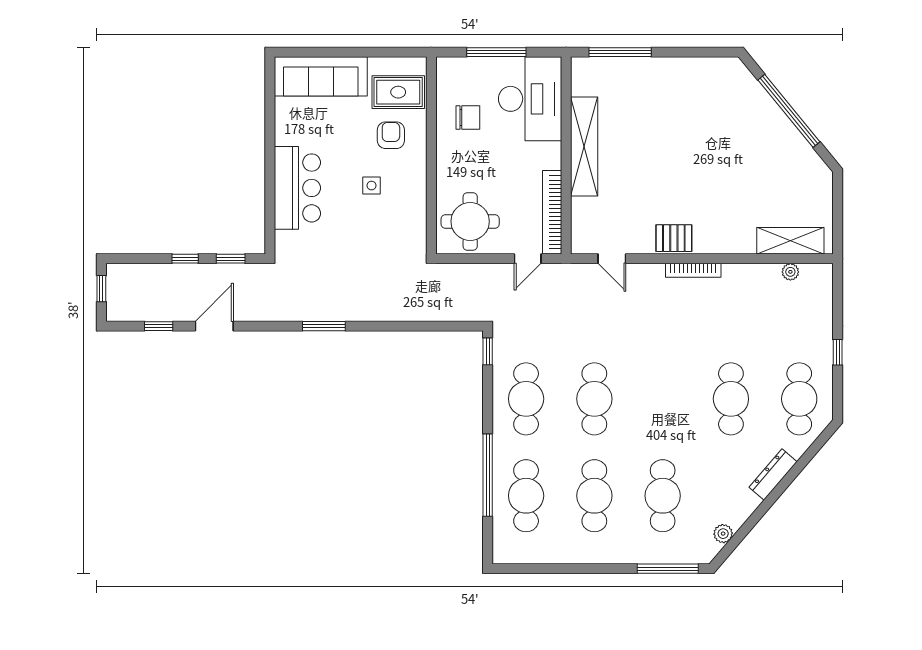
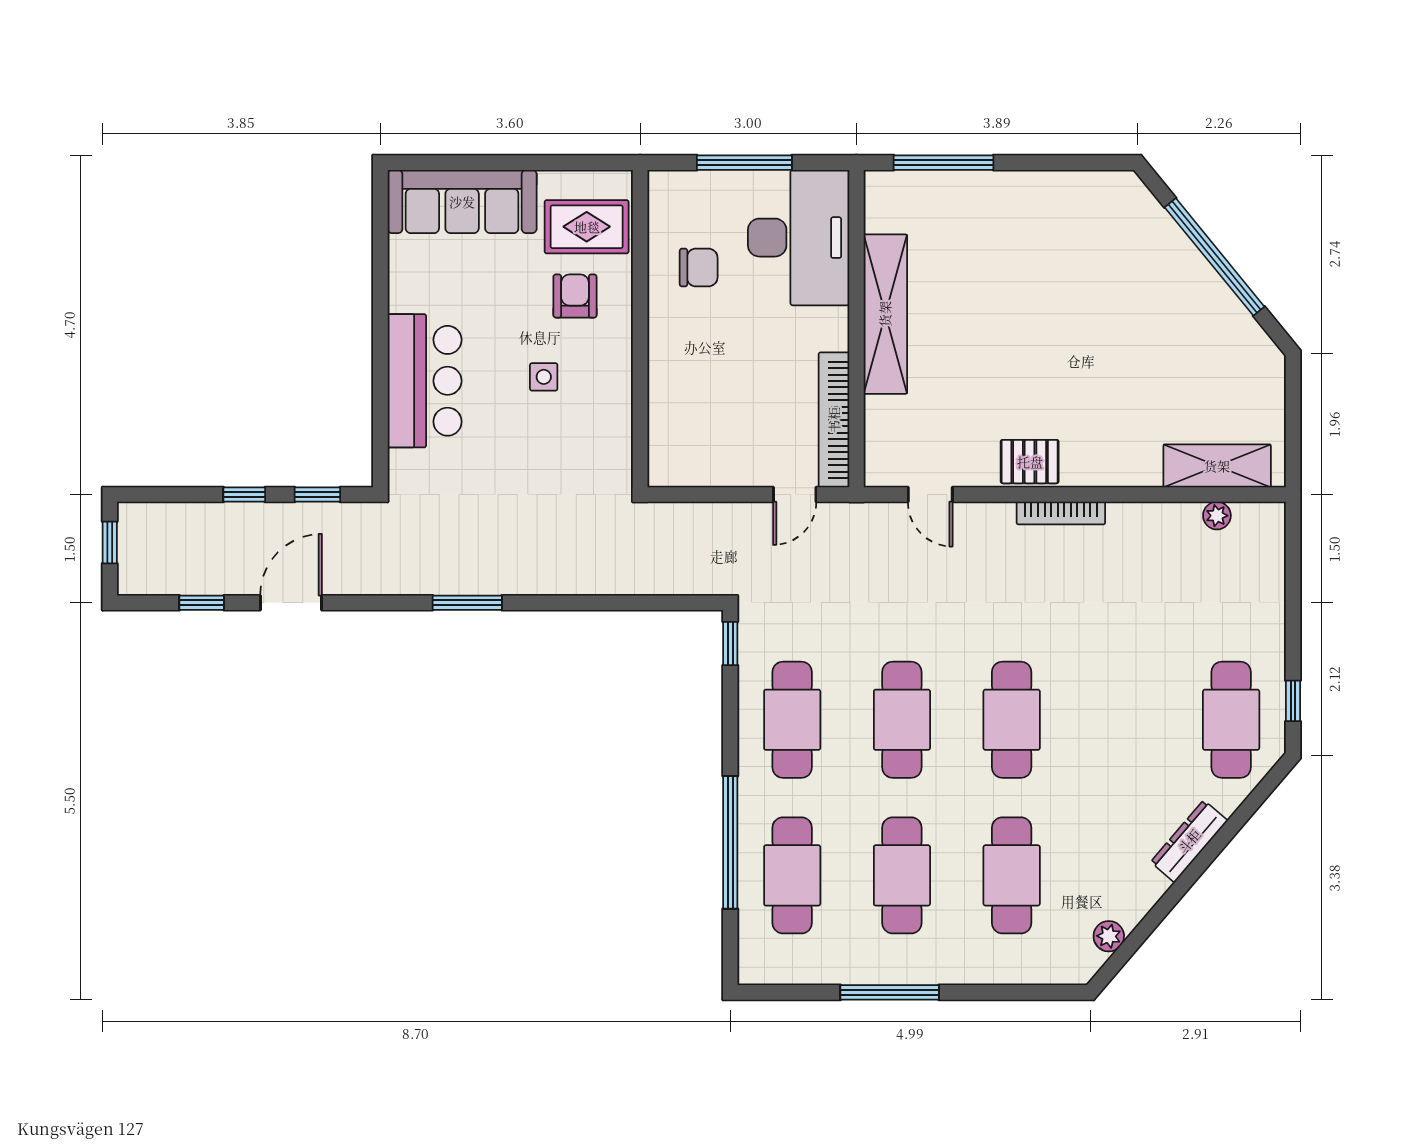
round table: (470, 221) -> (702, 435), removed
window: (838, 352) -> (1293, 701), moved
cafe table: (731, 399) -> (1012, 720), moved
window: (668, 569) -> (890, 992), moved

